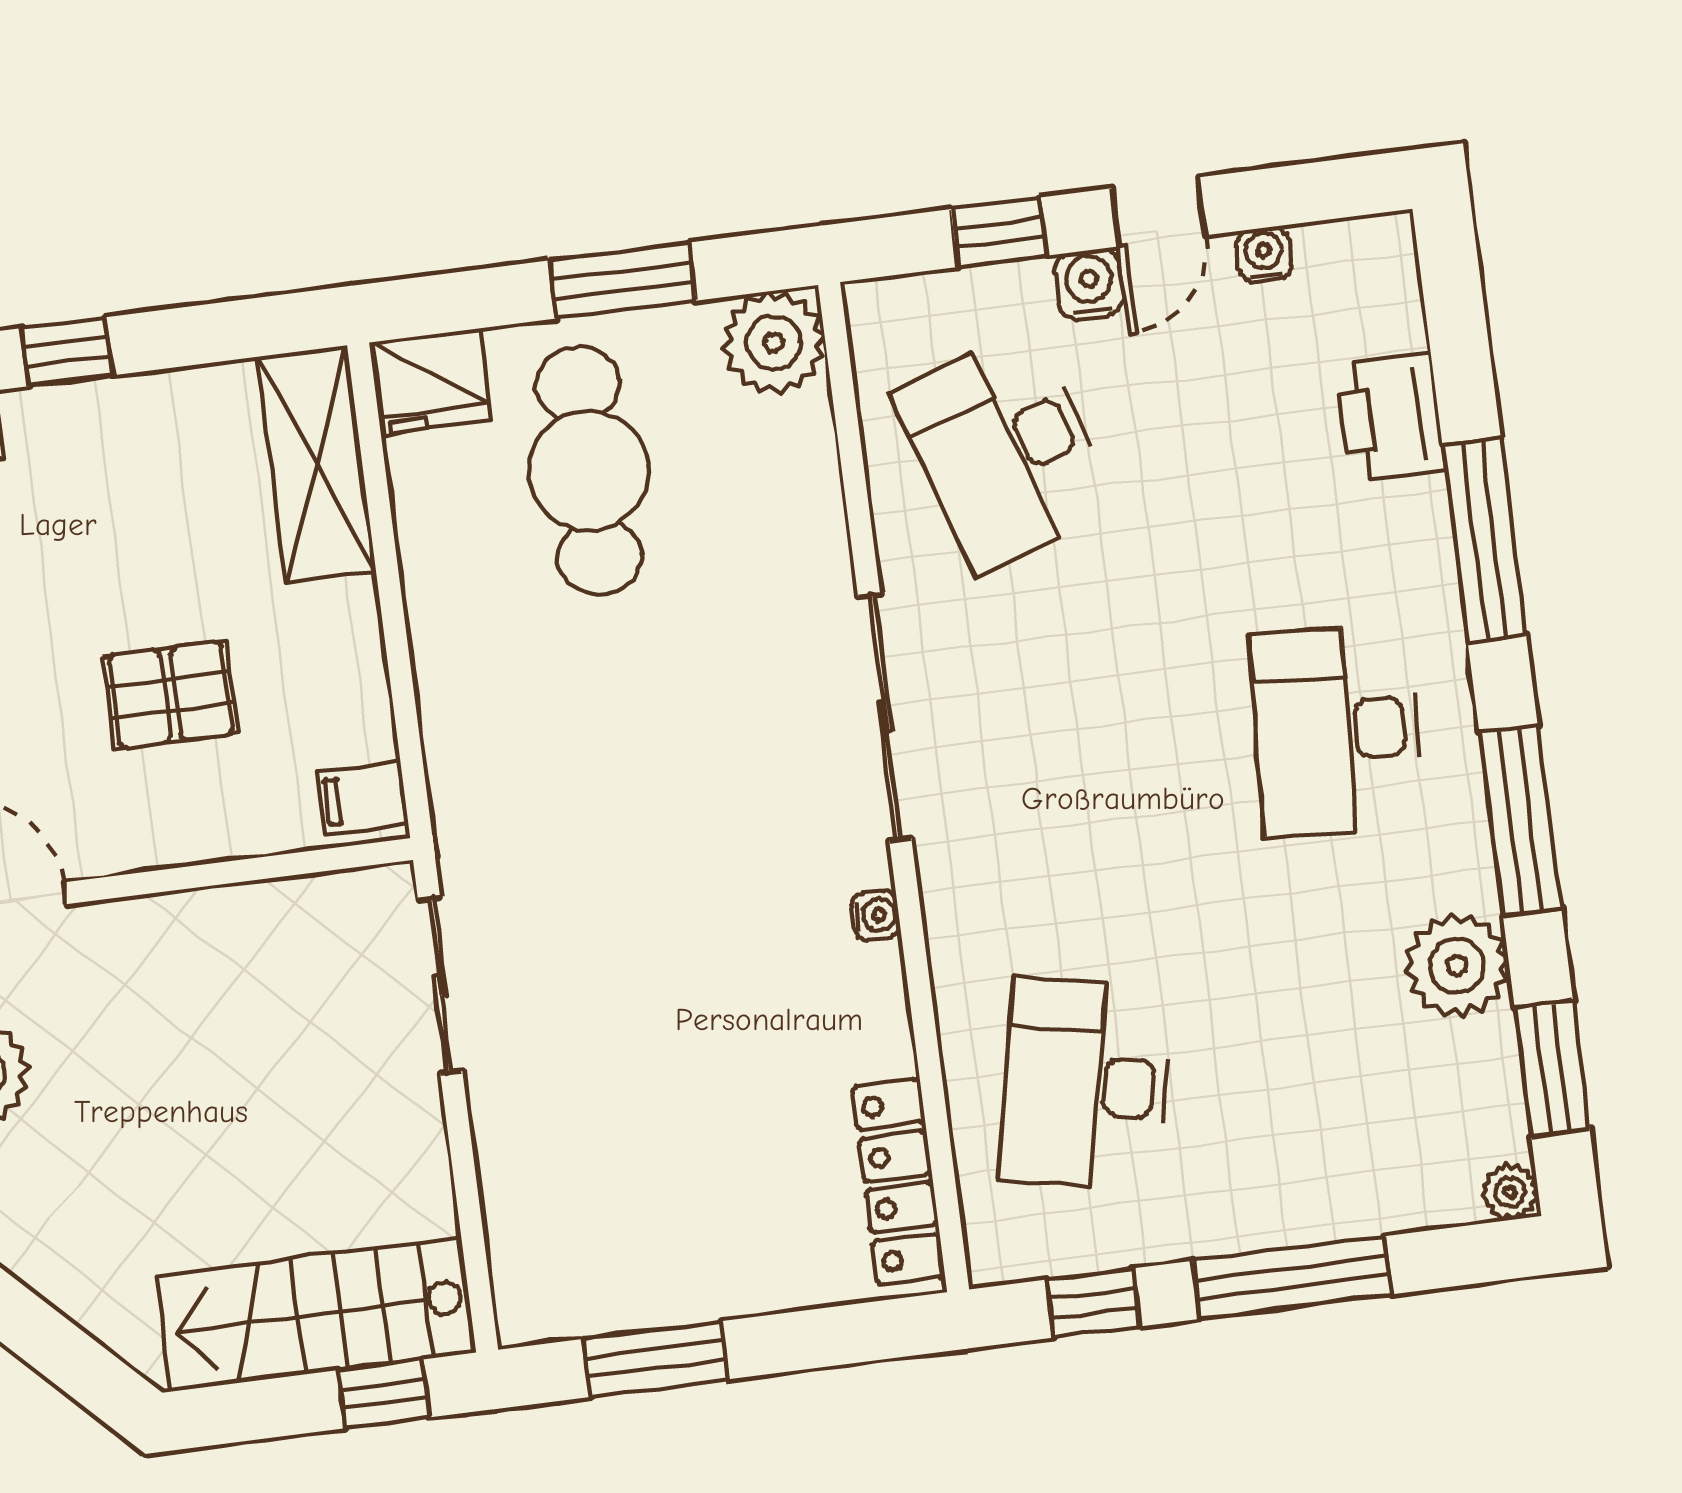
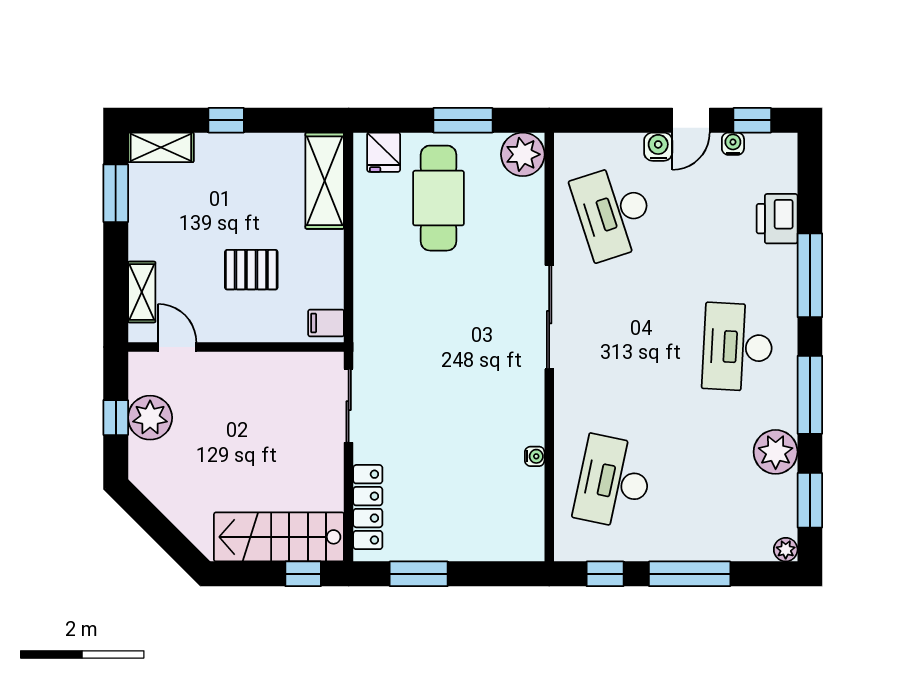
window: (999, 232) -> (752, 120), moved
fridge: (431, 381) -> (384, 152), width x0.72
water cooler: (875, 915) -> (535, 456), moved
locker: (898, 1182) -> (368, 507), moved, turned 180

